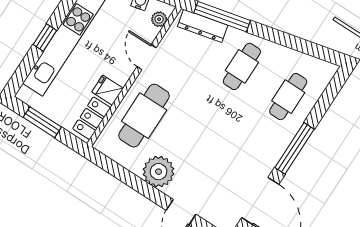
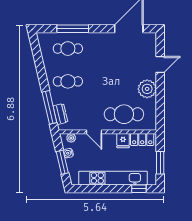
dresser: (203, 26) -> (60, 114), width x0.70
window: (45, 38) -> (139, 189), moved
door: (147, 57) -> (94, 132), hinge flipped
window: (294, 148) -> (73, 29), moved

